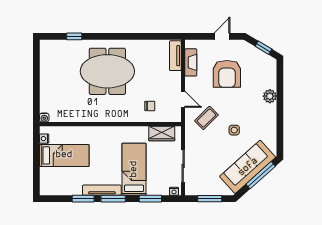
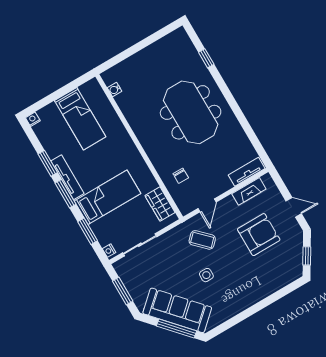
armchair: (227, 74) -> (259, 235), turned 180
plant: (270, 96) -> (262, 291), removed
water cooler: (44, 117) -> (115, 90), moved
nightstand: (44, 139) -> (33, 119), moved

